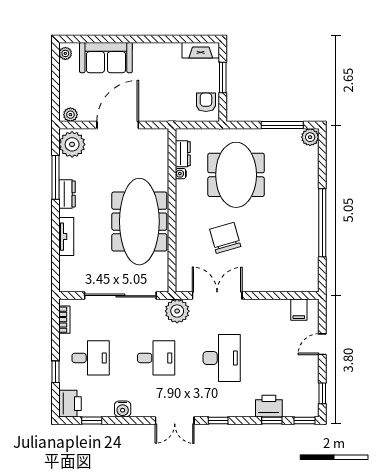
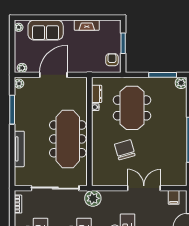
fireplace: (201, 50) -> (87, 25), moved
plant: (72, 144) -> (19, 84), width x0.53, depth x0.53
dresser: (67, 194) -> (20, 121), removed
tv unit: (66, 237) -> (19, 149), width x1.41
double door: (217, 296) -> (144, 188), moved

